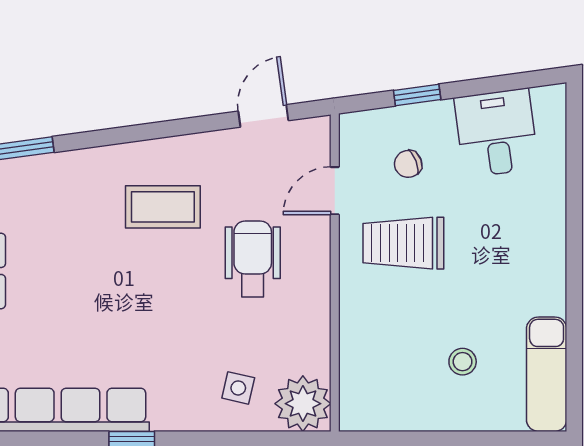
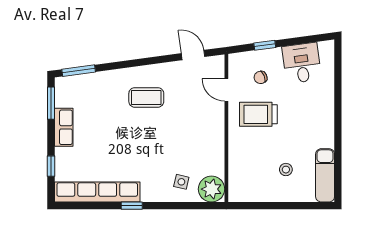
door: (263, 116) -> (193, 55), hinge flipped
door: (335, 191) -> (226, 90), hinge flipped
wheelchair: (253, 259) -> (188, 122), removed

